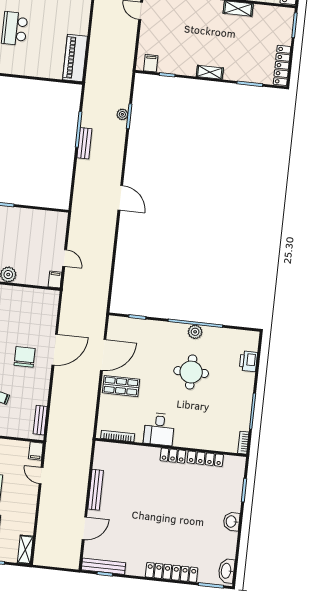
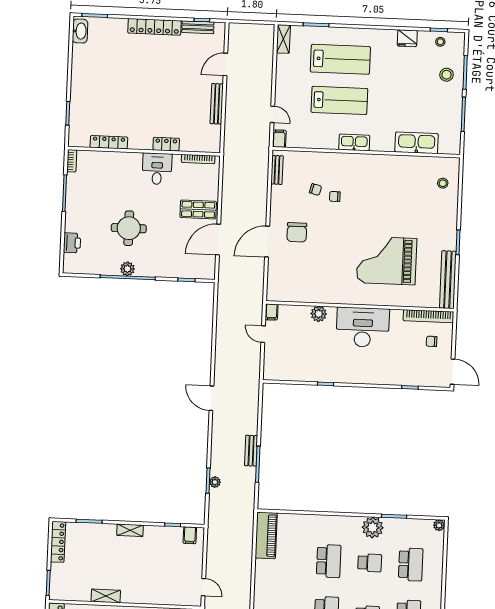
locker: (173, 456) -> (166, 144), moved
washbasin: (231, 522) -> (78, 81), removed
bench: (104, 566) -> (198, 27), width x0.73
locker: (172, 572) -> (154, 27), moved

